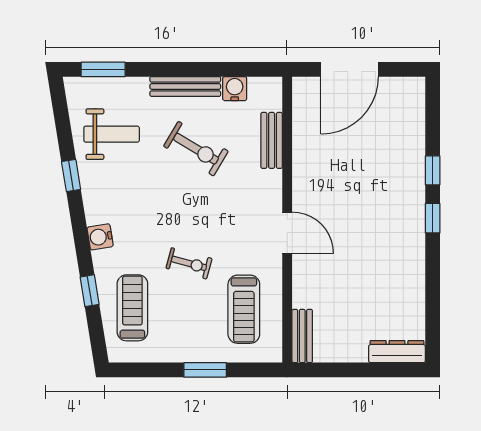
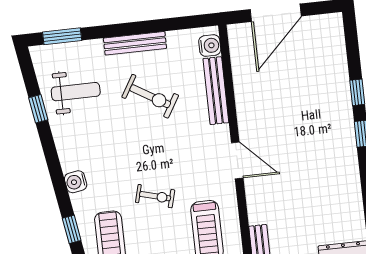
water cooler: (235, 89) -> (210, 46), moved, turned 90
bench: (272, 140) -> (216, 91), width x1.36
window: (71, 176) -> (38, 109), moved

